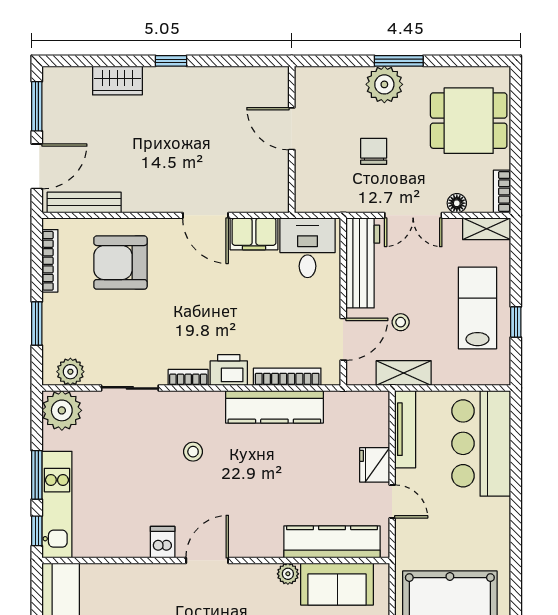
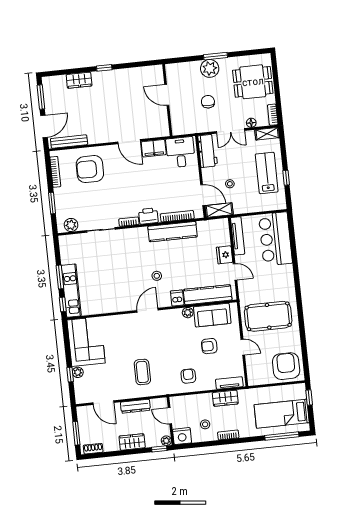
workbench: (363, 263) -> (208, 151), width x0.73
door: (343, 339) -> (203, 195), hinge flipped
shelving: (404, 373) -> (219, 210), moved
plant: (62, 410) -> (69, 244), removed
stool: (193, 452) -> (157, 276), moved
dishwasher: (163, 542) -> (177, 298), moved

